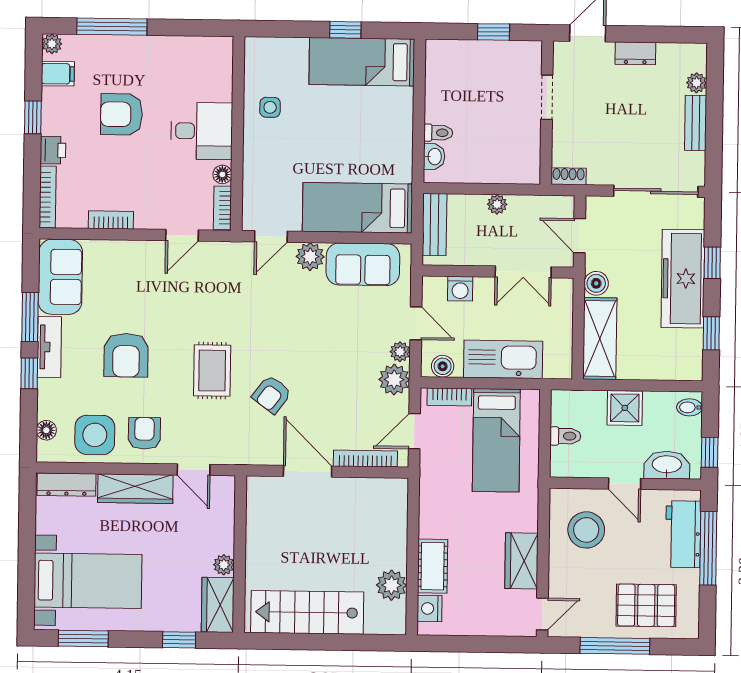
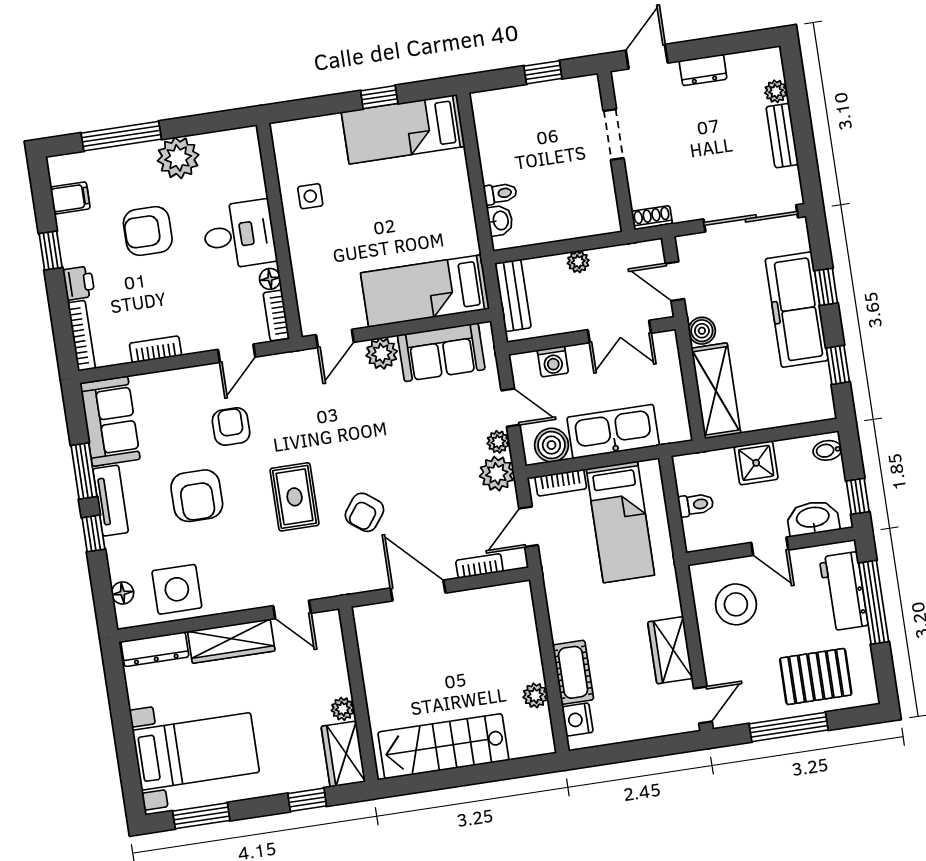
plant: (52, 44) -> (178, 158), moved, width x1.87, depth x1.87
boiler: (443, 366) -> (551, 445), width x1.36, depth x1.36
armchair: (144, 433) -> (231, 427), moved
bookcase: (365, 459) -> (479, 566), width x0.64
plant: (392, 585) -> (535, 695), width x0.73, depth x0.73

